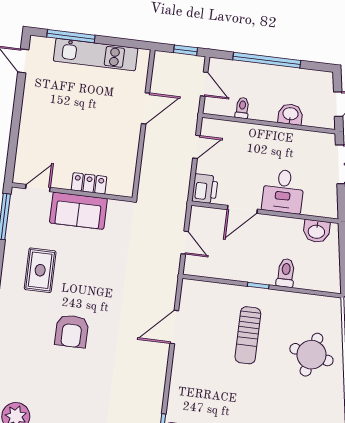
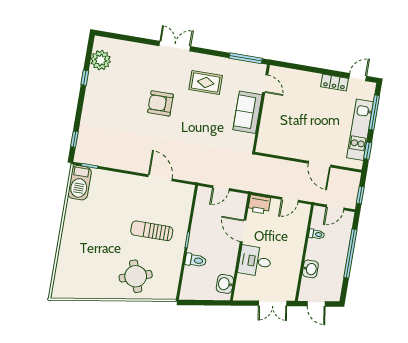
window: (124, 43) -> (368, 151), added
door: (196, 147) -> (290, 200), hinge flipped
locker: (89, 183) -> (334, 83), moved, turned 90
round table: (311, 355) -> (136, 276), turned -31

